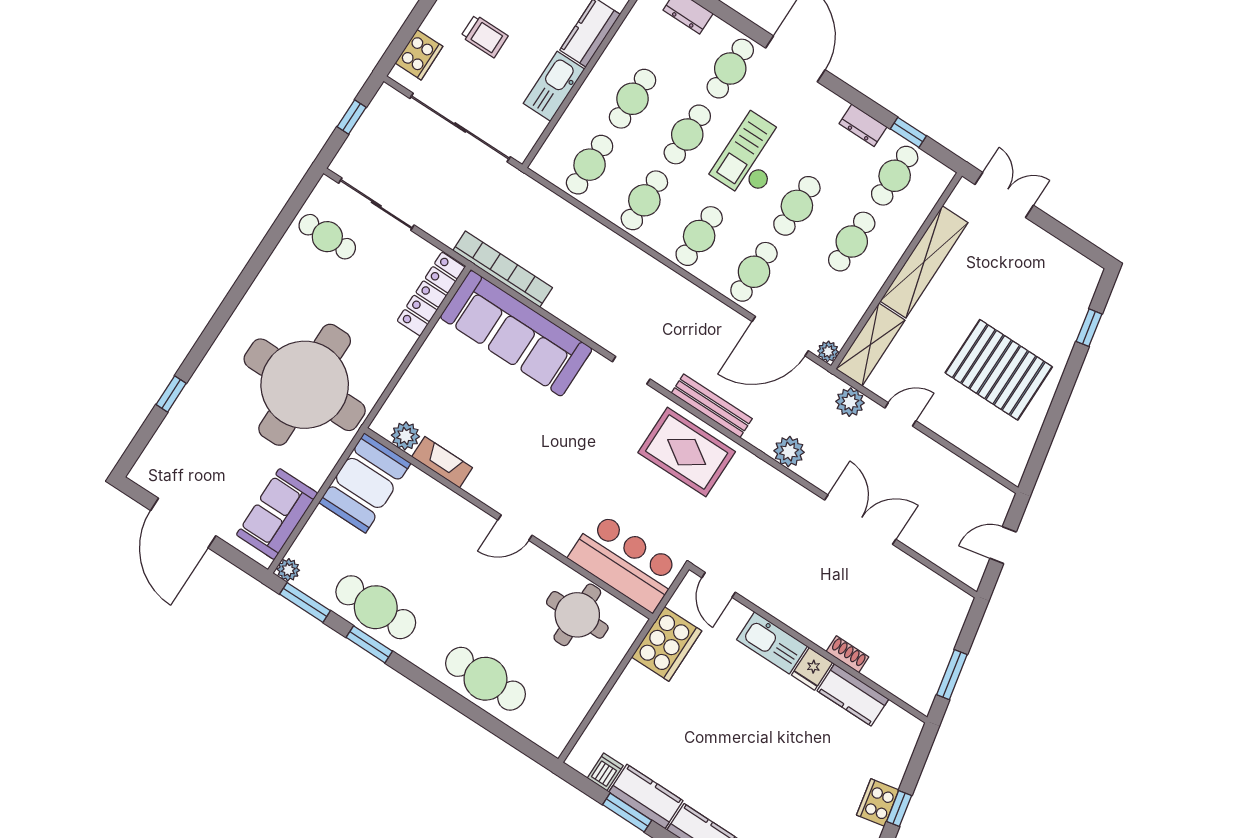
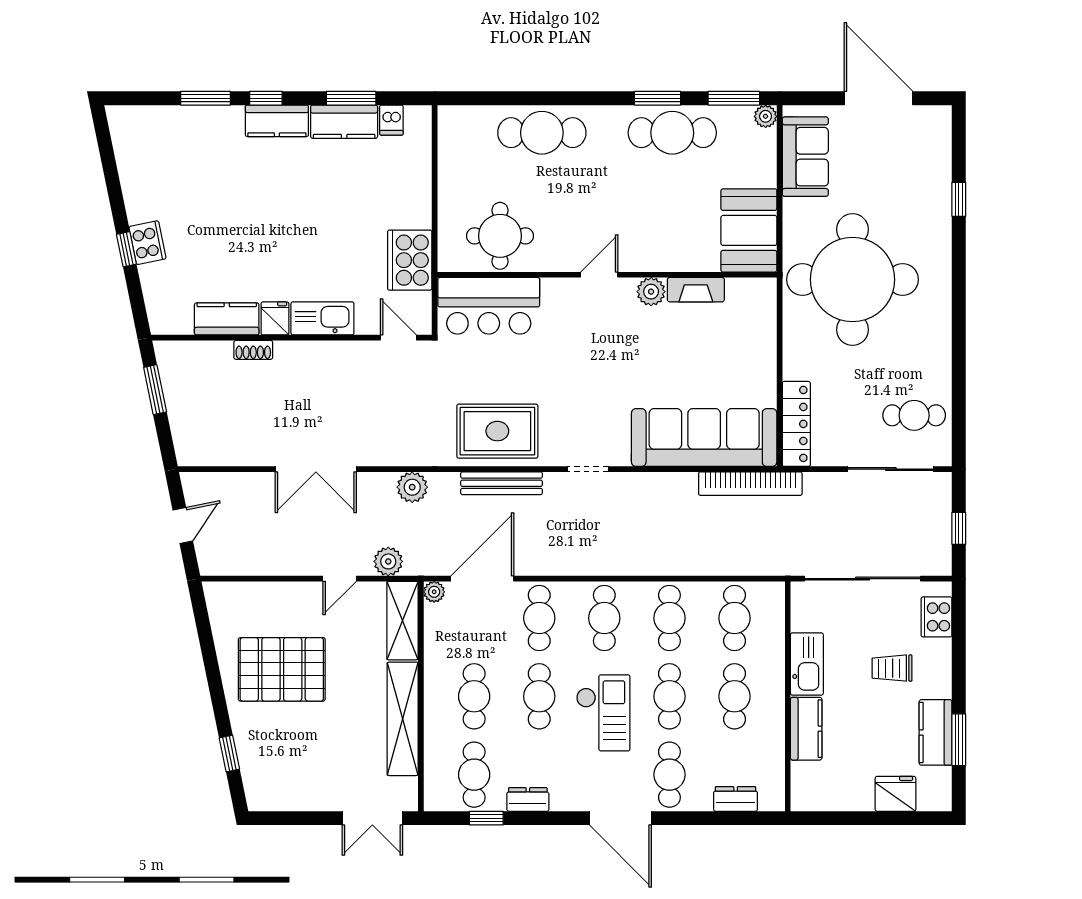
plant: (405, 436) -> (651, 292), moved

